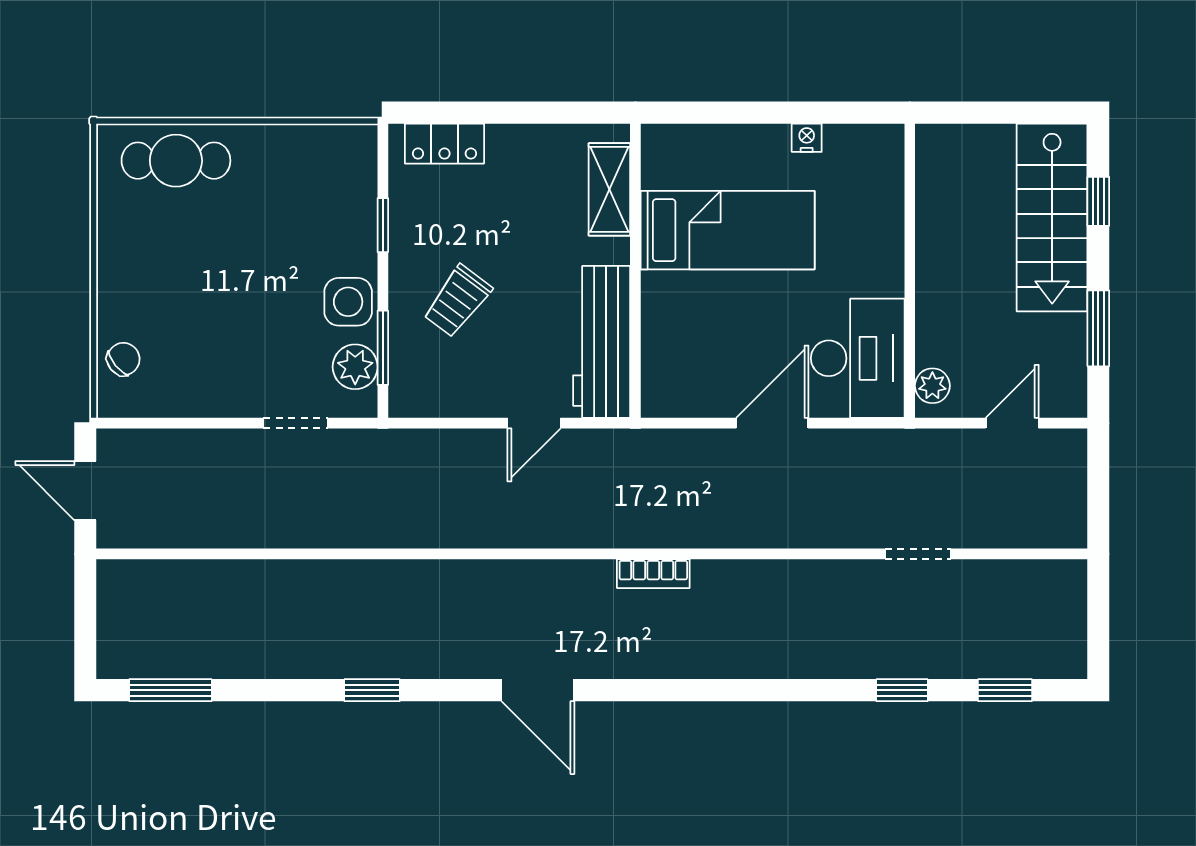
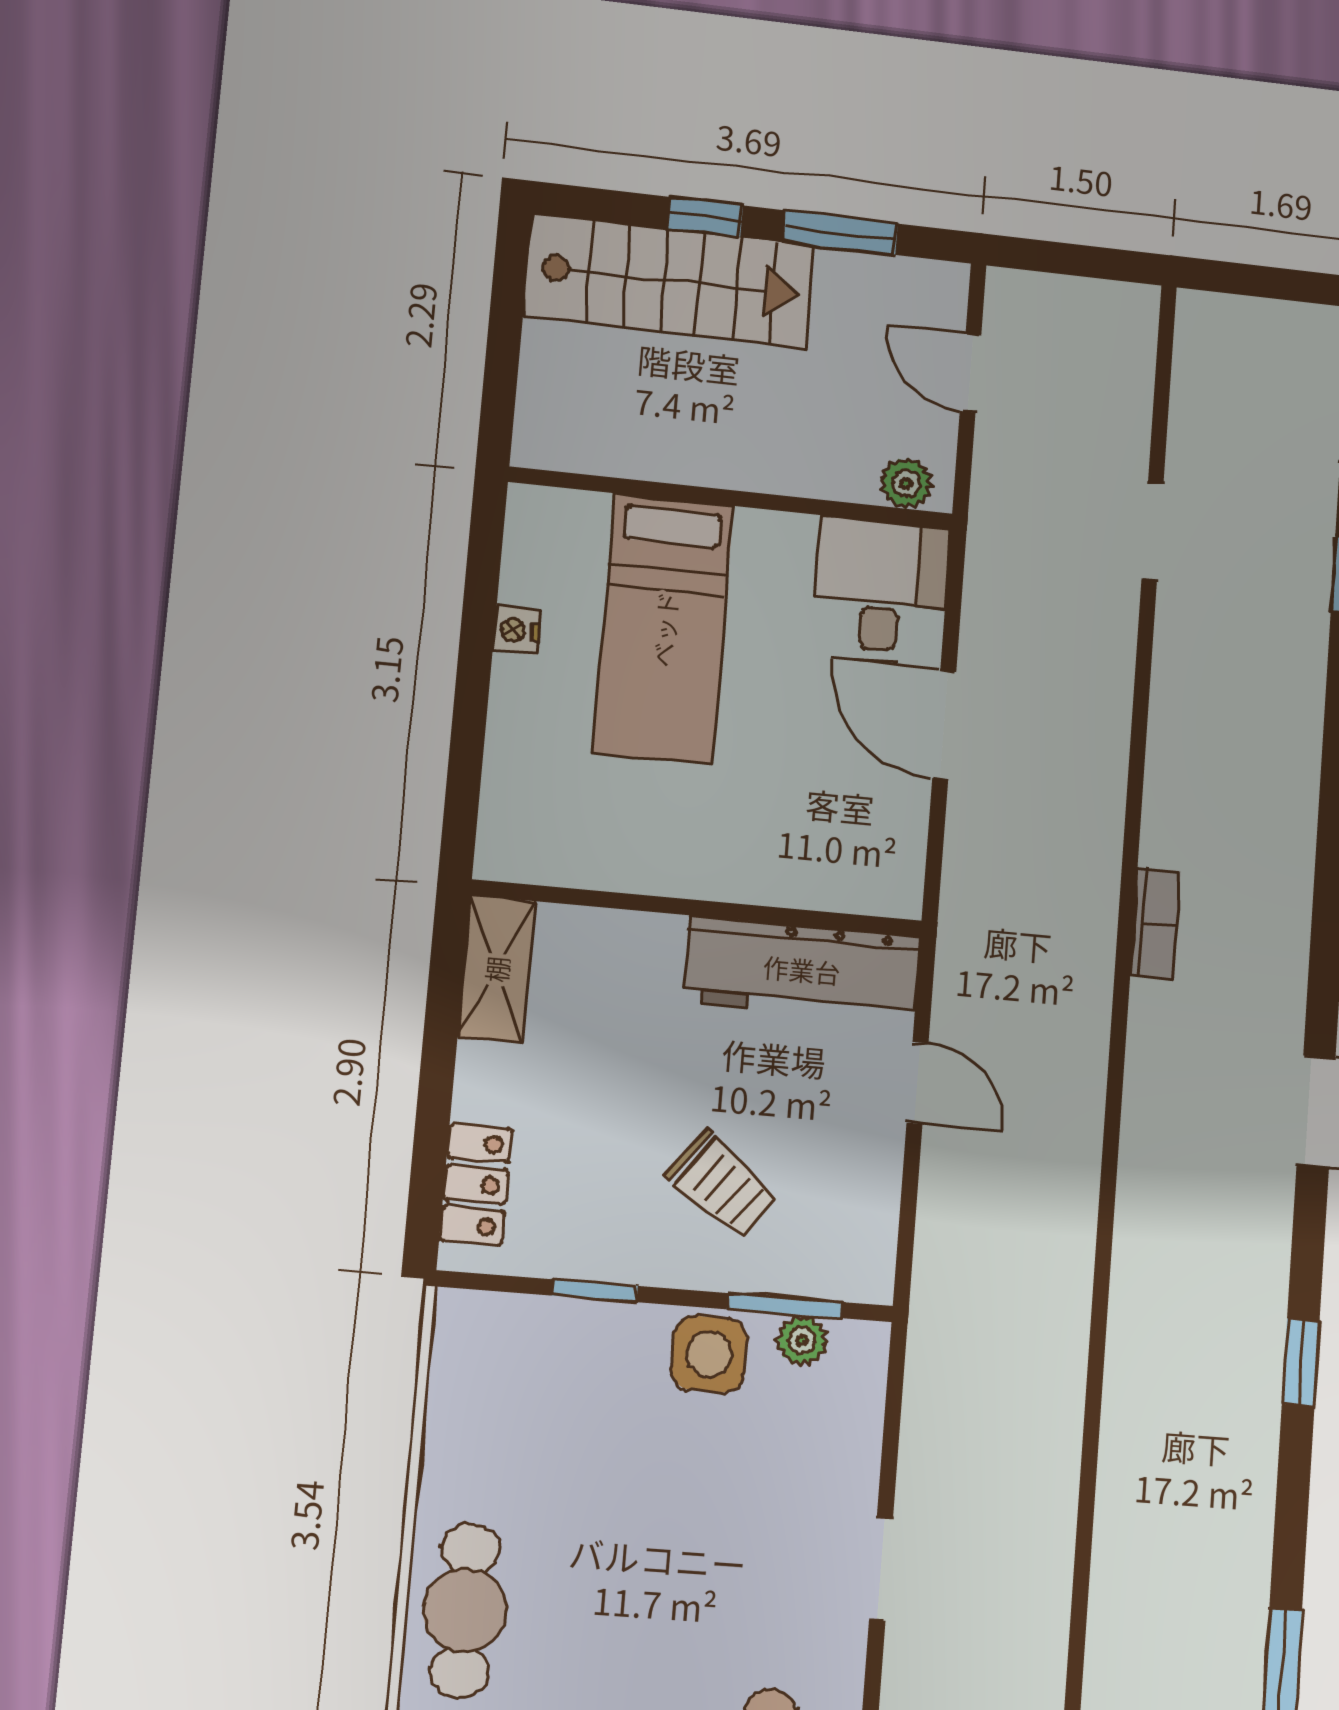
shelving: (609, 189) -> (496, 969), moved, turned 90
window: (1098, 201) -> (705, 217), moved
bed: (728, 230) -> (664, 629), moved, turned 180
desk: (858, 358) -> (881, 591), width x0.73
plant: (355, 367) -> (802, 1341), width x0.73, depth x0.73
doorway: (296, 423) -> (881, 1569), moved

